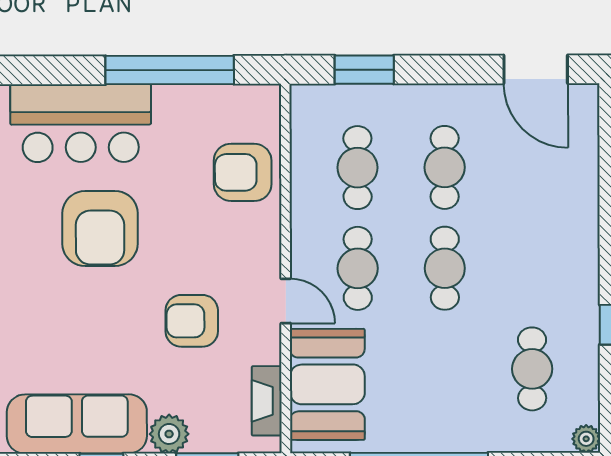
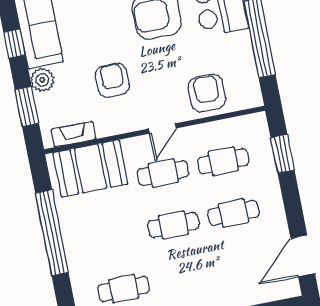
door: (286, 301) -> (163, 128), moved

